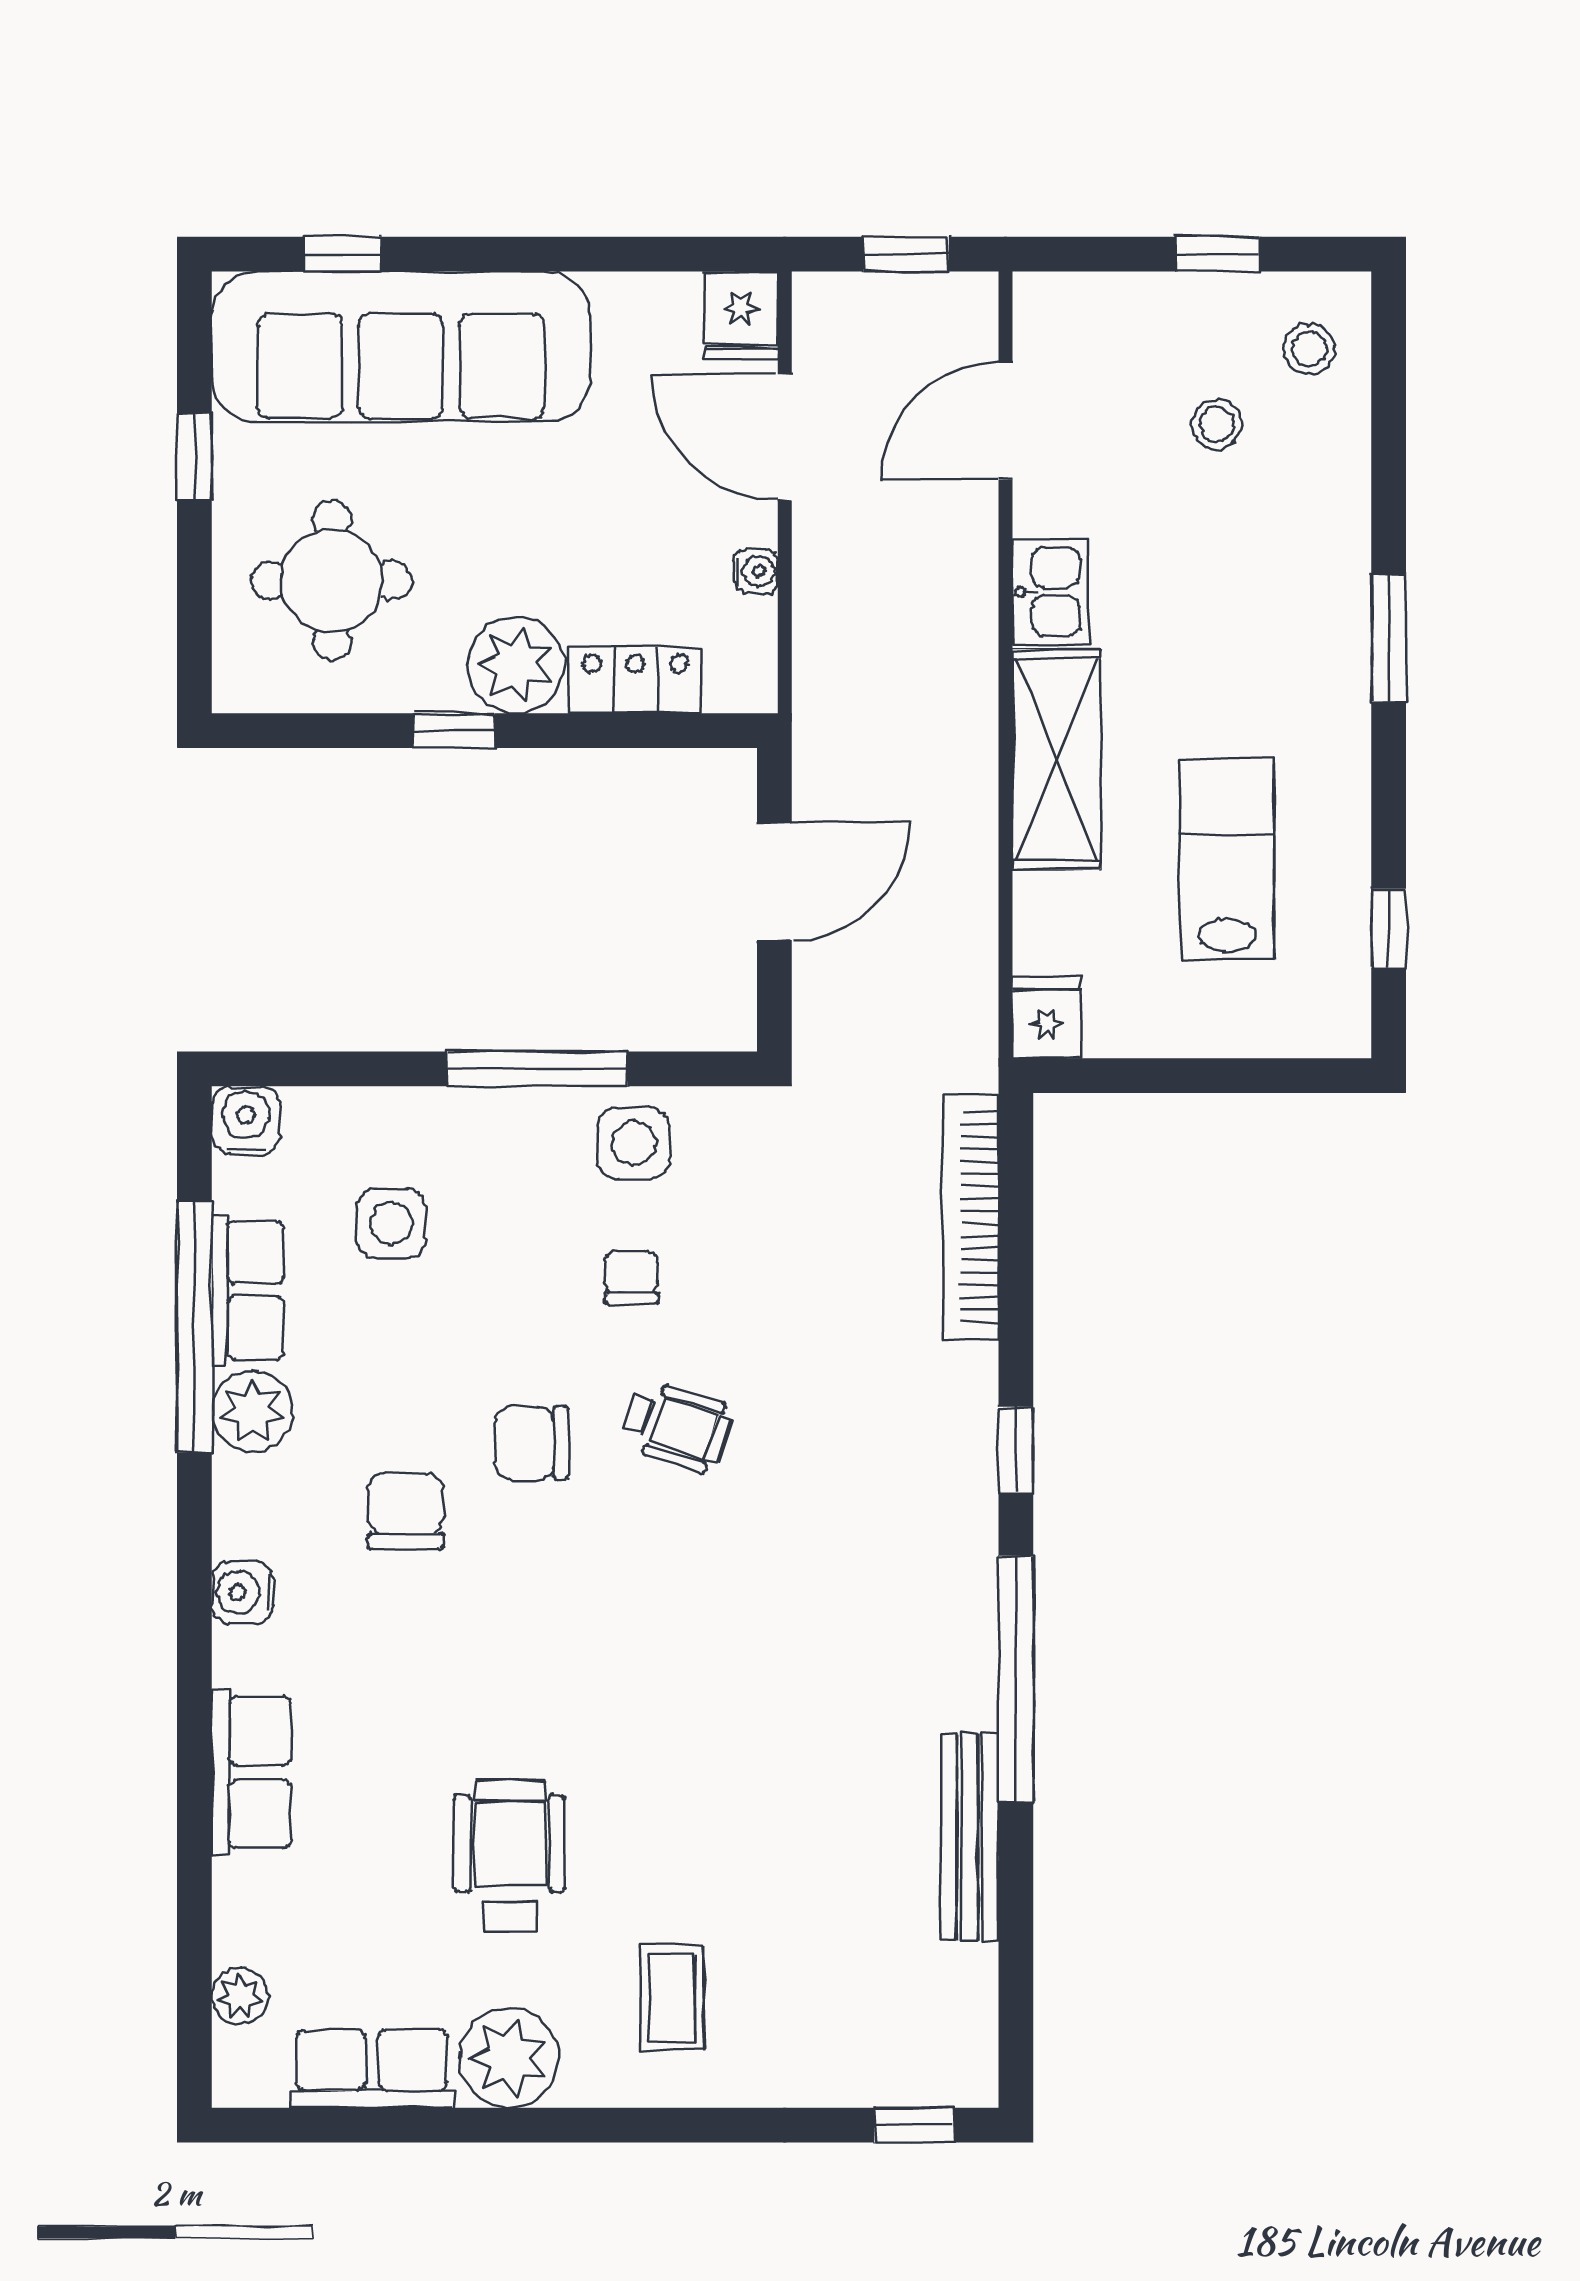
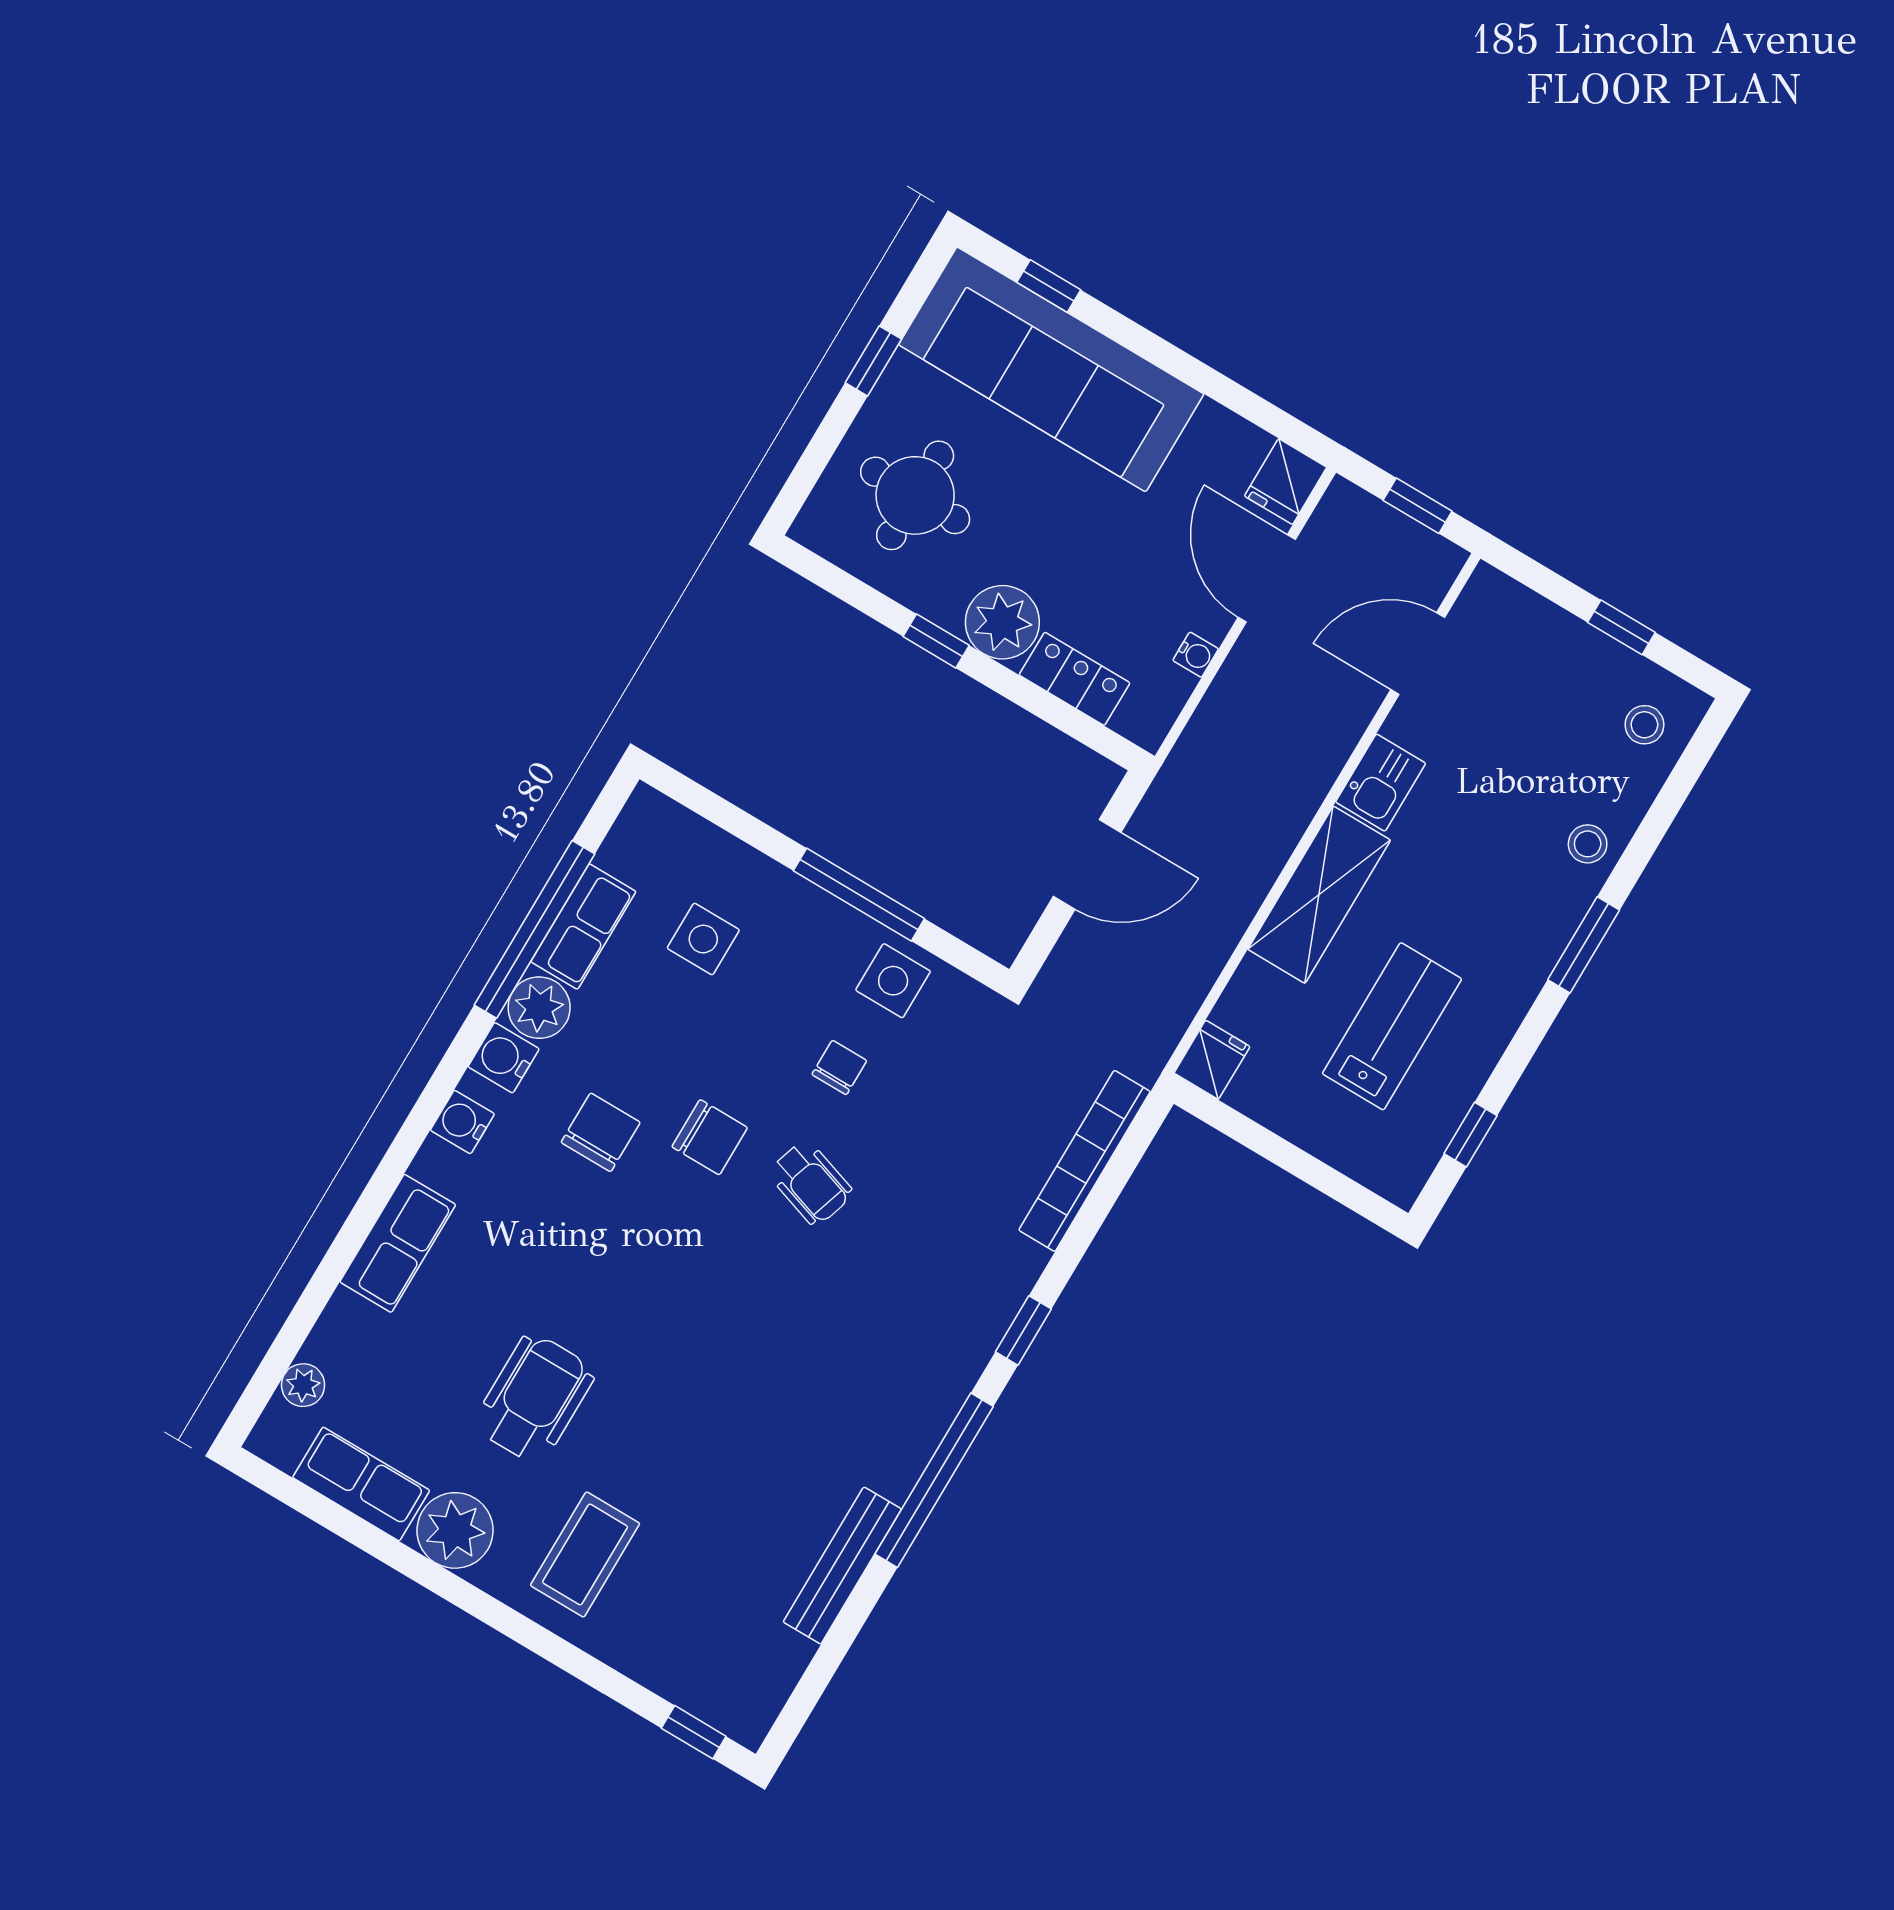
stool: (1217, 424) -> (1588, 844), moved
water cooler: (246, 1120) -> (504, 1058), moved, turned -90
chair: (532, 1443) -> (710, 1137), turned 180
coffee table: (672, 1998) -> (585, 1554), width x1.36, depth x1.30

